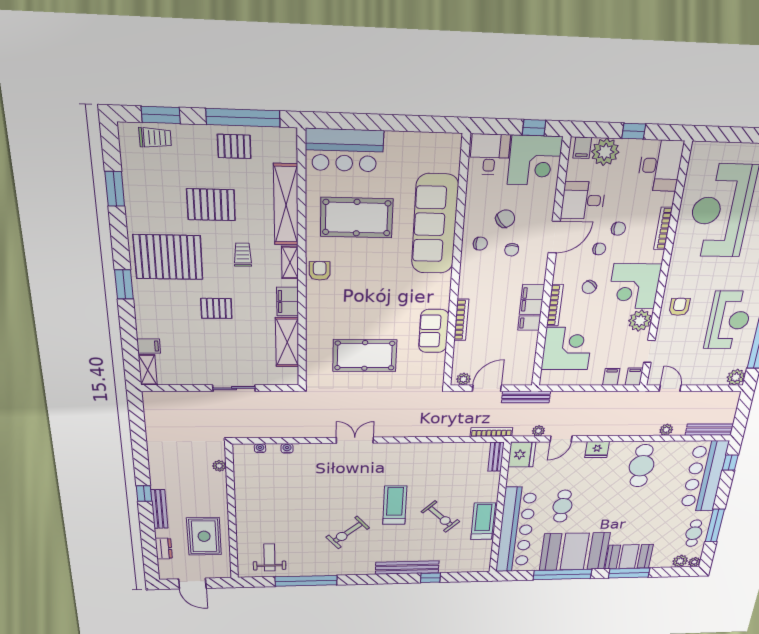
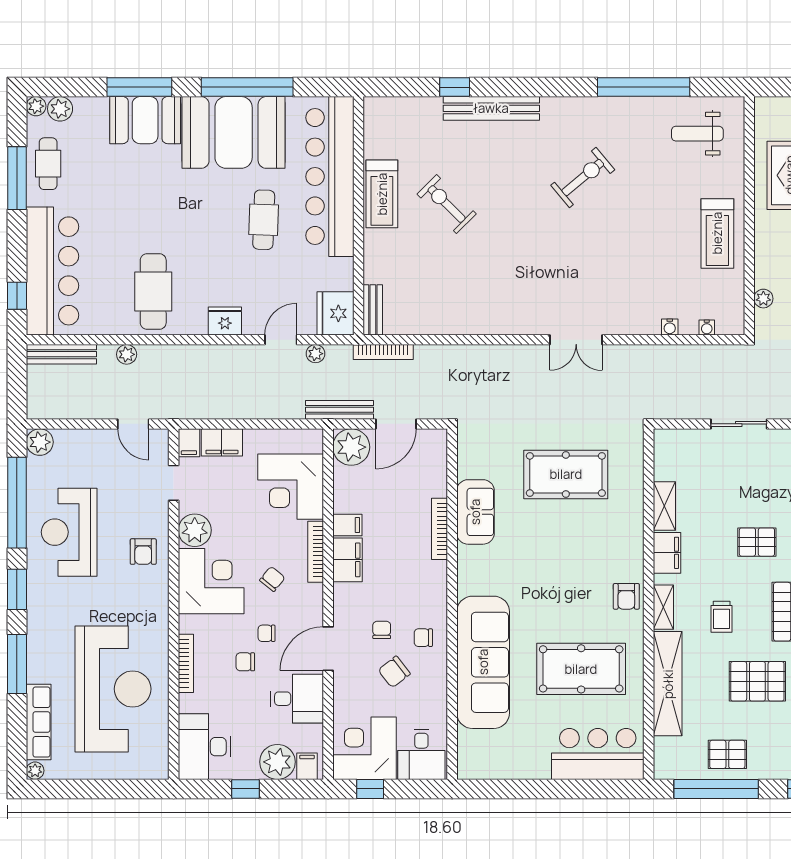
shelving: (287, 342) -> (664, 506), width x0.67, depth x0.75
filing cabinet: (611, 377) -> (222, 442), width x2.00
plant: (463, 379) -> (351, 447), moved, width x1.87, depth x1.87
treadmill: (395, 505) -> (717, 233), moved
weight bench: (269, 557) -> (697, 134), turned 90

